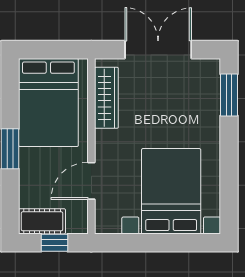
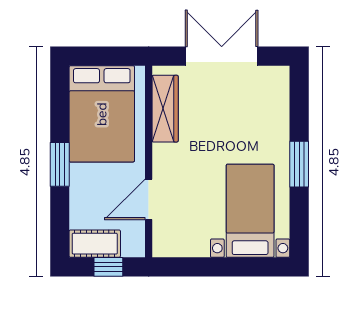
window: (229, 95) -> (299, 164), moved
bed with nightstands: (171, 191) -> (250, 211), width x0.73

